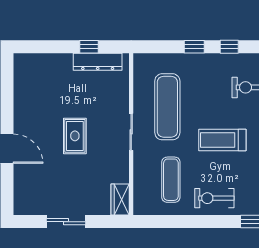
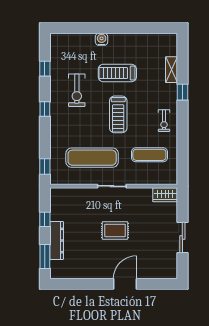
window: (42, 47) -> (45, 256), added
window: (194, 47) -> (45, 166), moved
dresser: (98, 62) -> (57, 241), moved
exercise bike: (214, 198) -> (164, 121), width x0.73, depth x0.72

